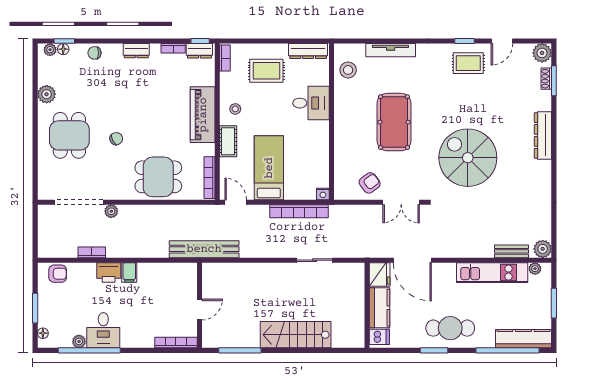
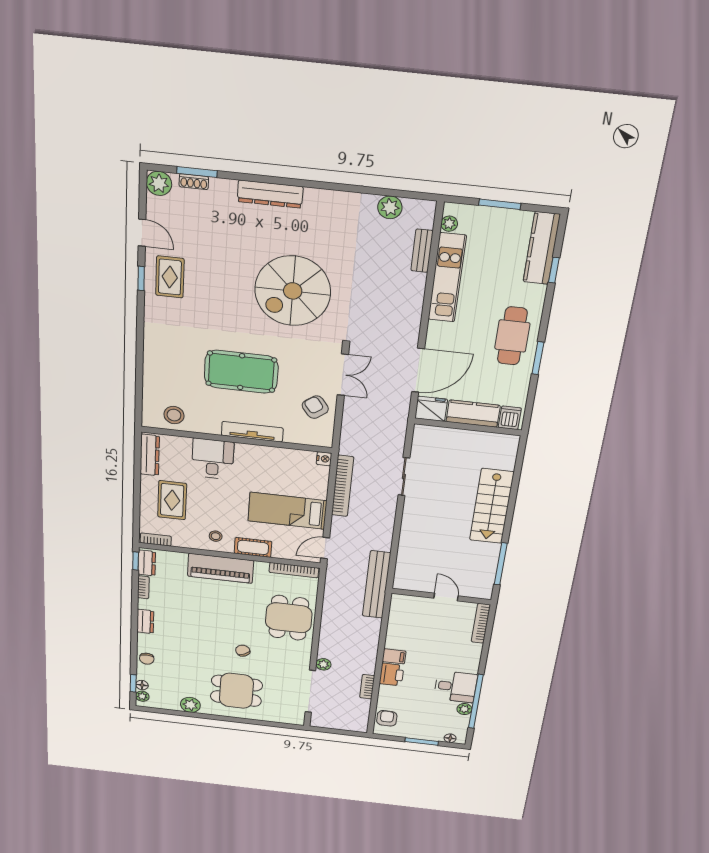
tv unit: (391, 50) -> (252, 432), moved, turned -90
plant: (543, 249) -> (390, 207), moved
window: (507, 350) -> (554, 270), width x0.32

